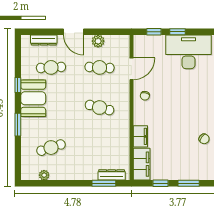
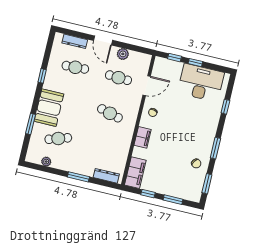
booth: (33, 98) -> (49, 108), moved
window: (18, 125) -> (31, 124), moved
filing cabinet: (140, 136) -> (143, 137), moved
window: (104, 183) -> (78, 177), moved

